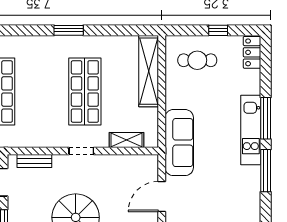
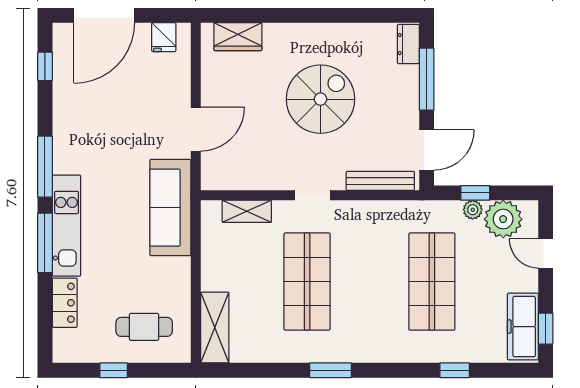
locker: (252, 52) -> (65, 303), moved
shelving: (149, 71) -> (215, 328), width x0.68
bench: (34, 161) -> (380, 181), width x1.36

